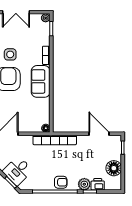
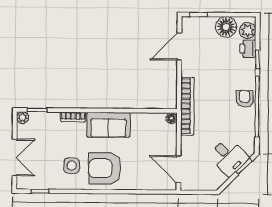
plant: (84, 184) -> (248, 31), moved

